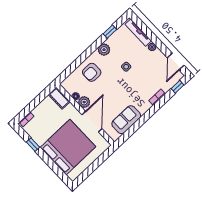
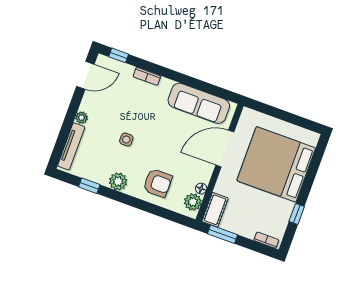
window: (43, 95) -> (223, 234), added
plant: (84, 102) -> (193, 202), moved
sofa: (126, 120) -> (199, 103), width x1.36

